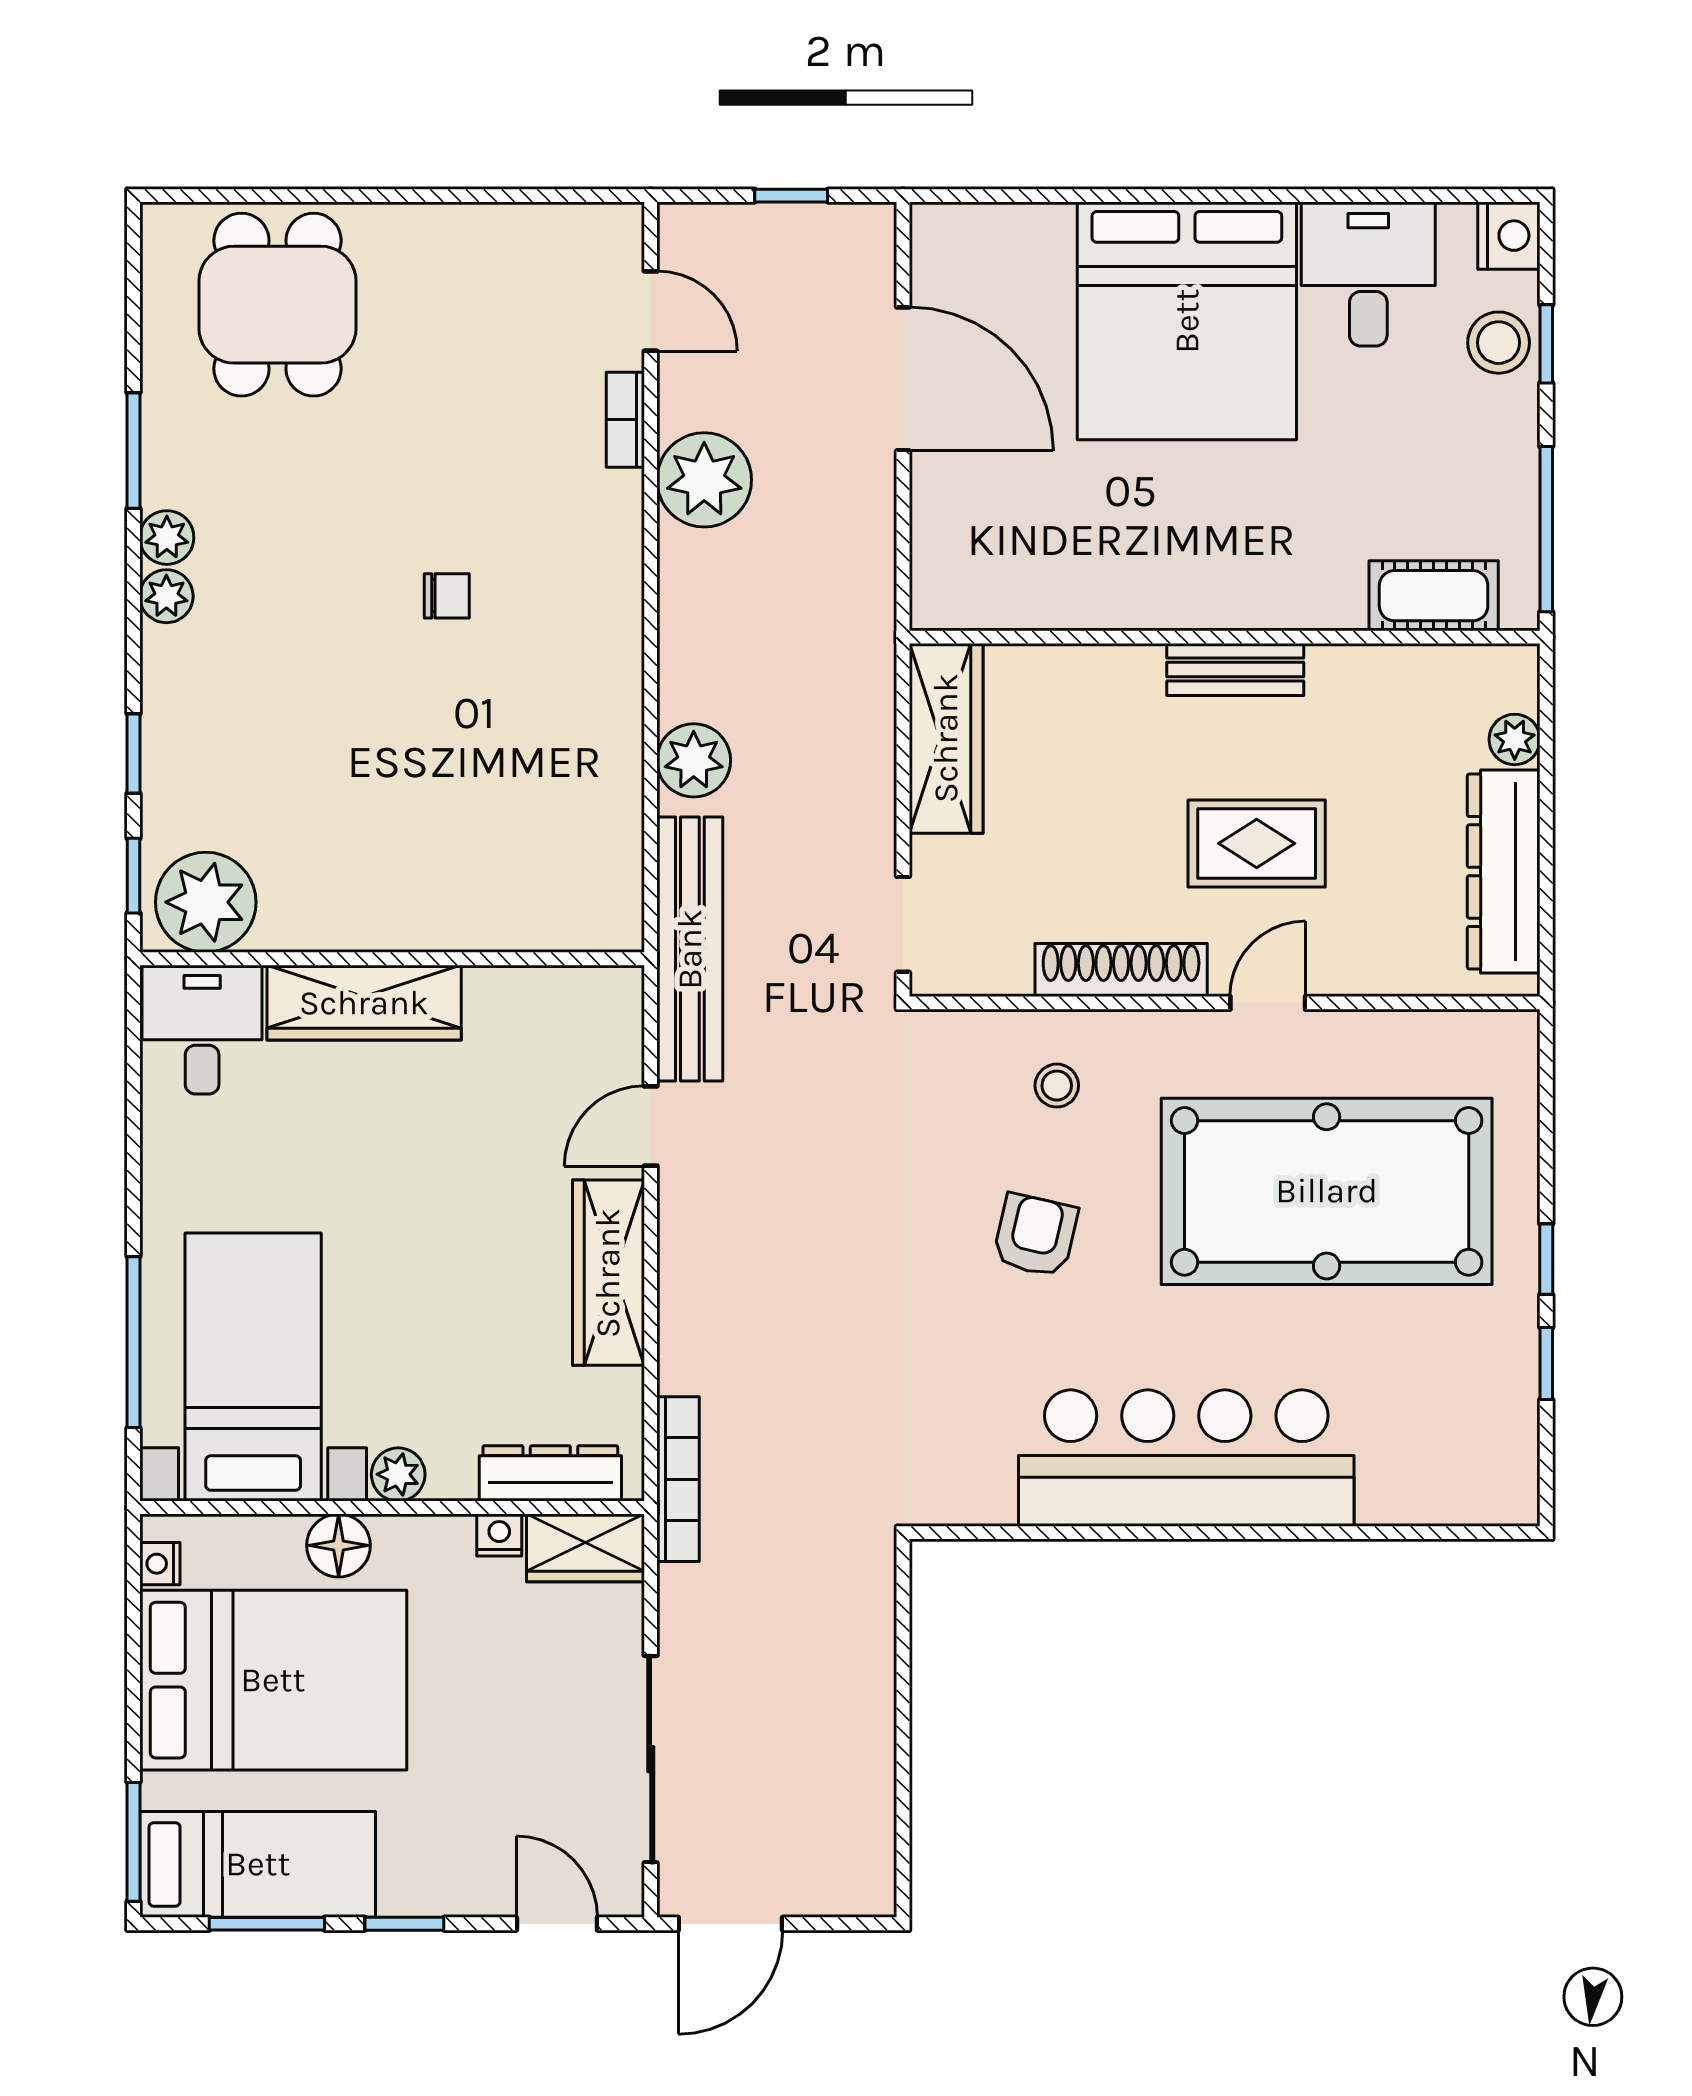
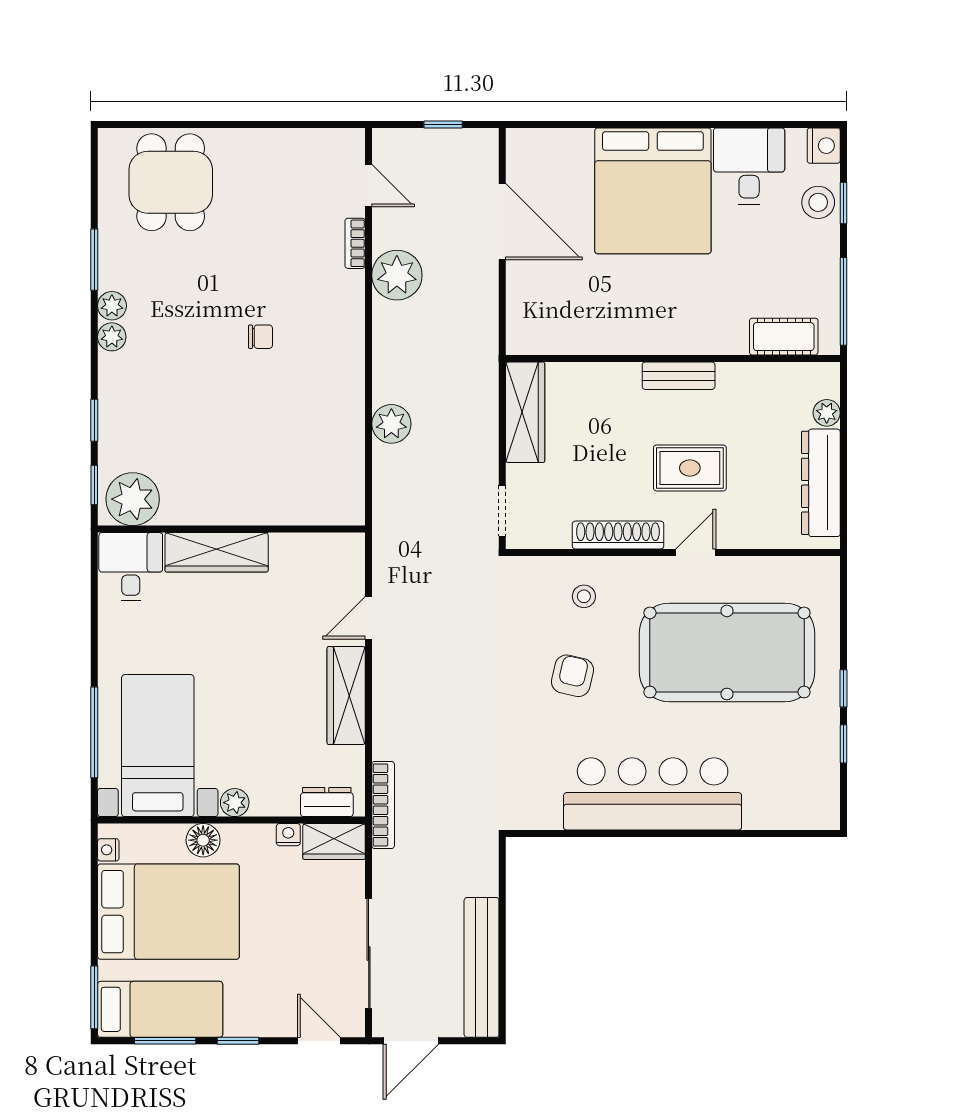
bench: (690, 949) -> (482, 967), moved
dresser: (550, 1473) -> (327, 802), width x0.70

